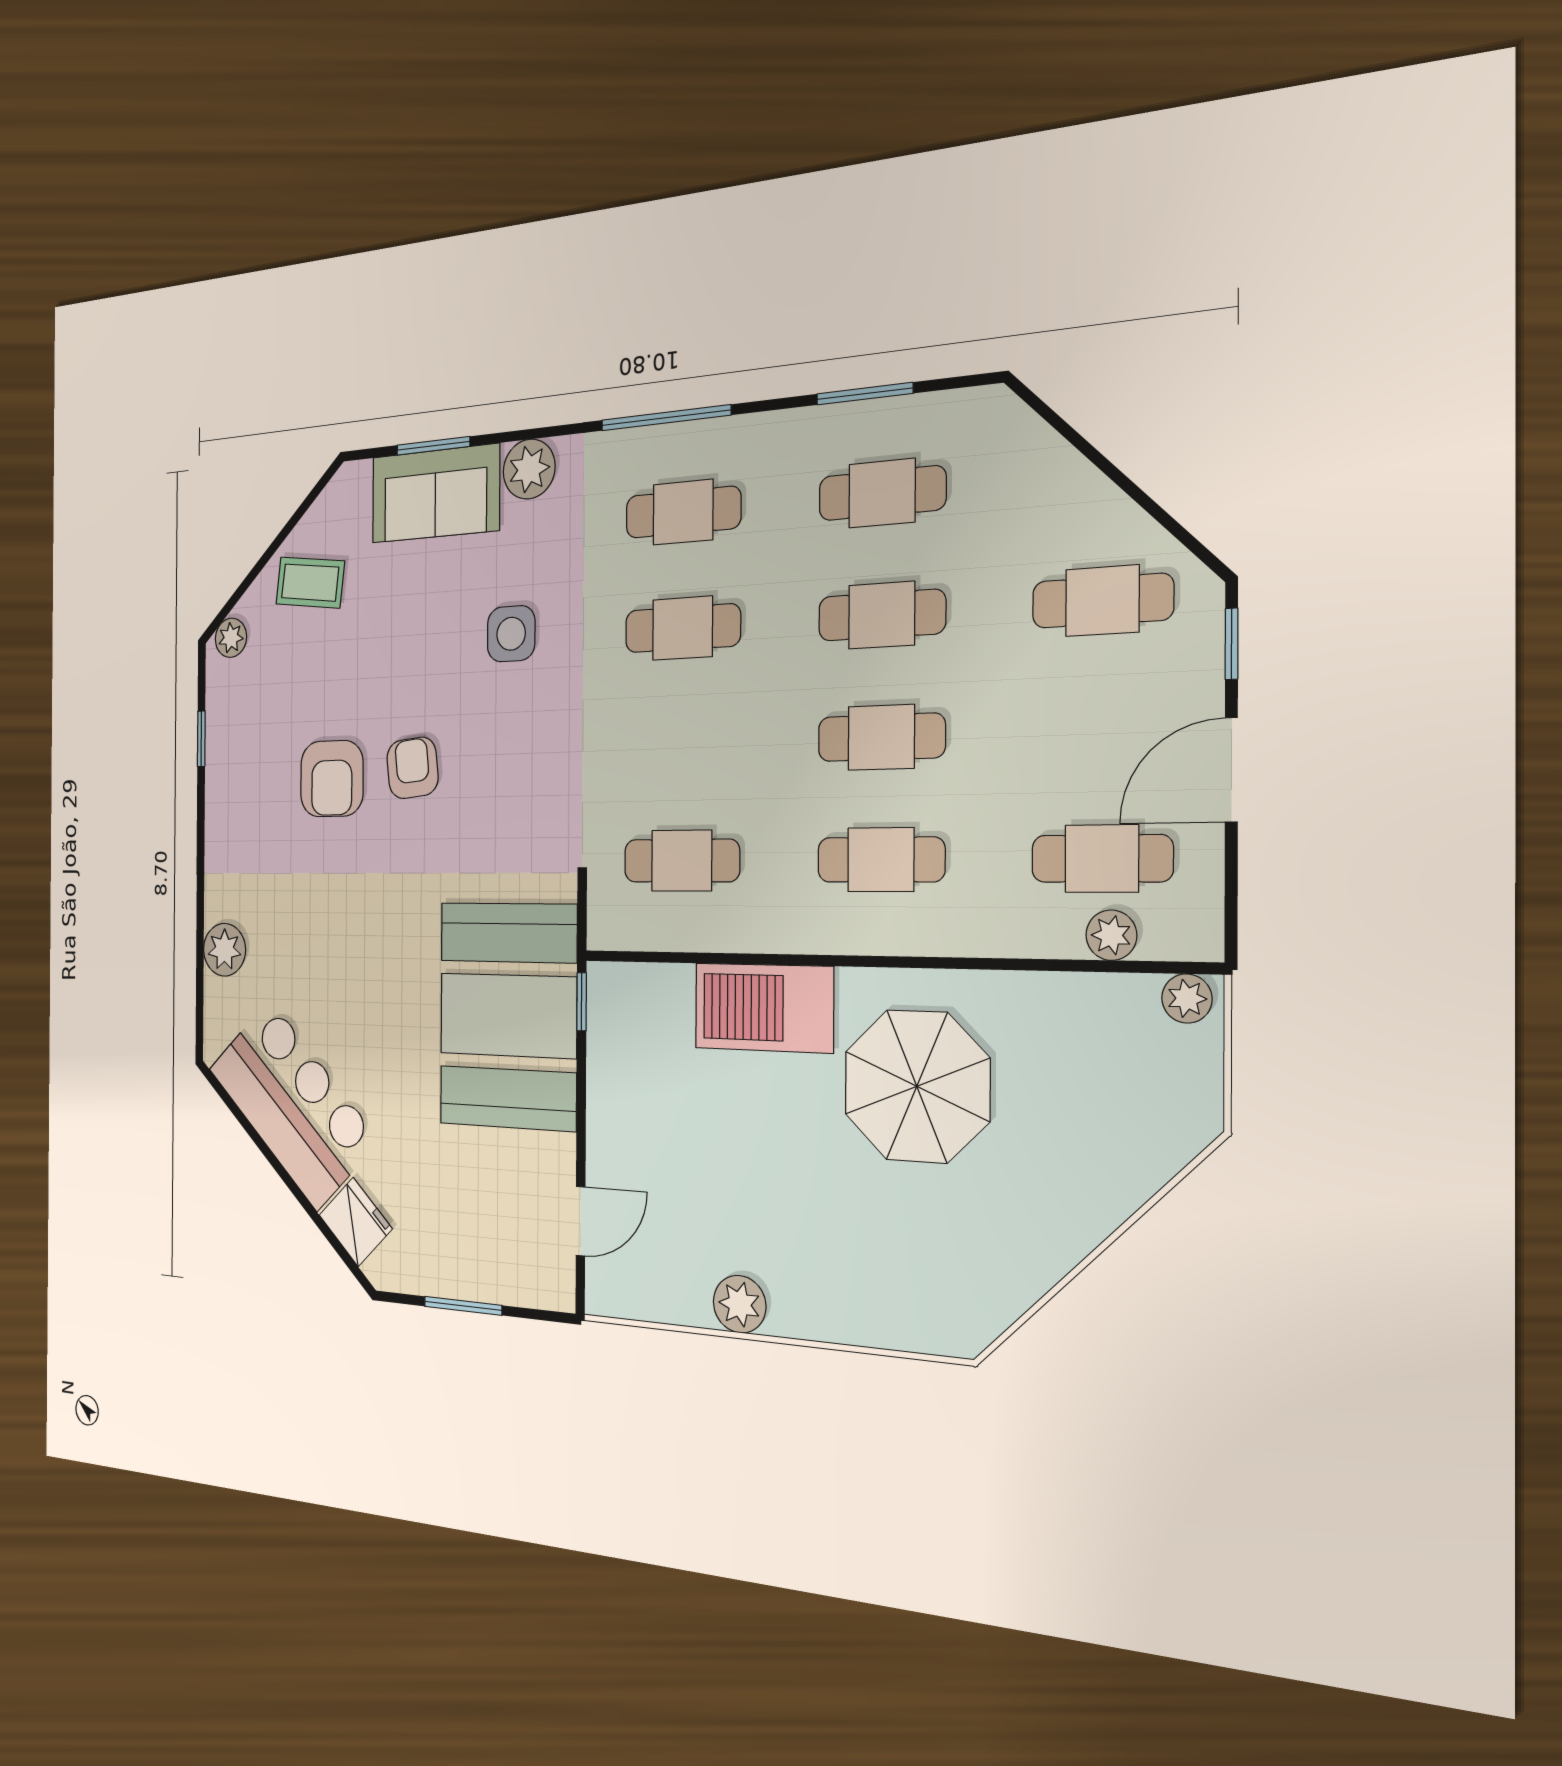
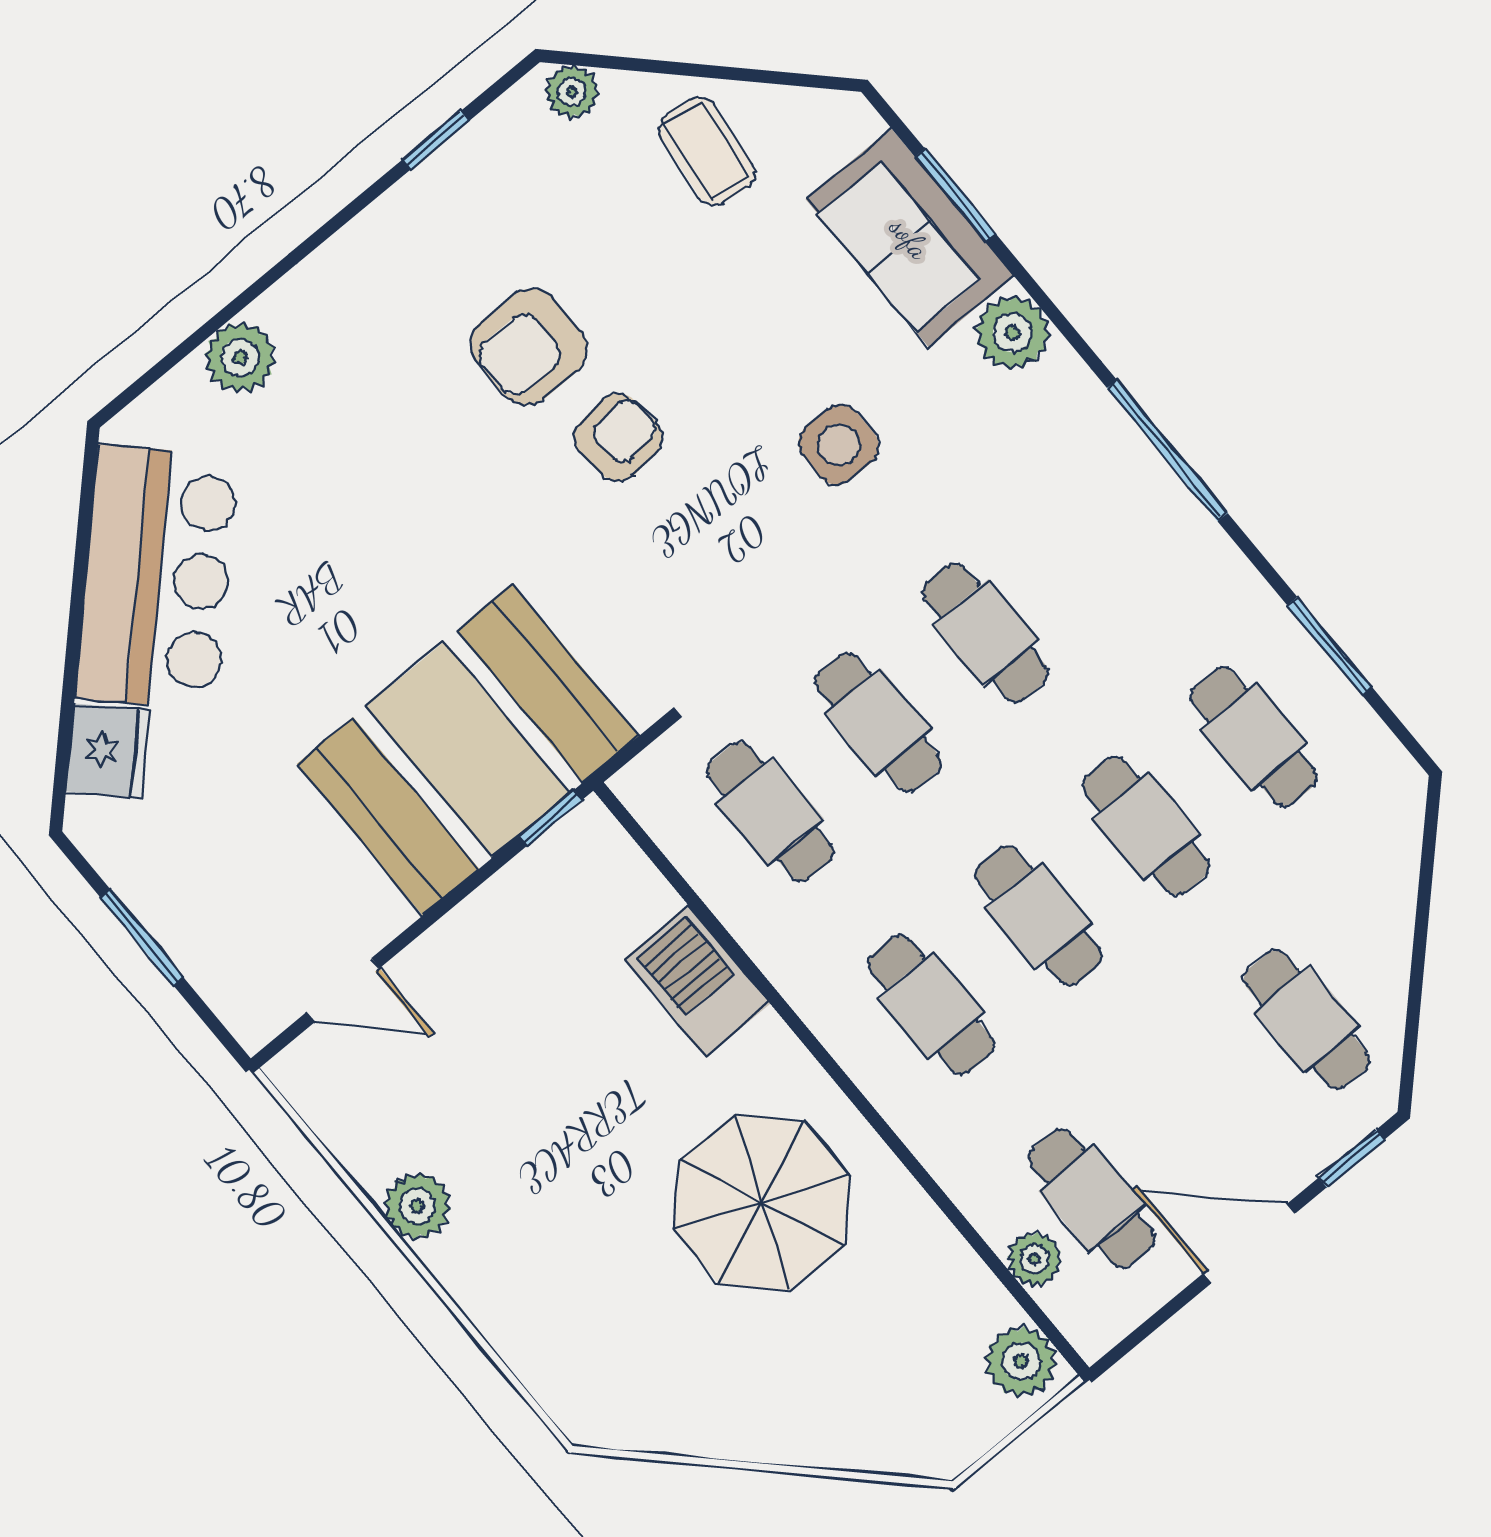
cafe table: (683, 512) -> (878, 722), moved
plant: (1187, 998) -> (1021, 1361), width x1.38, depth x1.38
barbecue: (764, 1008) -> (697, 981), width x0.73, depth x0.83

